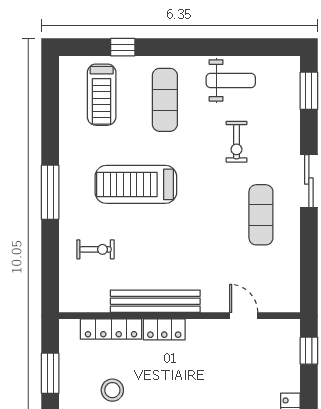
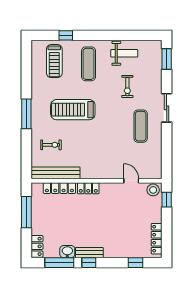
bench: (155, 301) -> (55, 173), moved
window: (50, 373) -> (26, 212), width x1.44
stool: (112, 390) -> (153, 190), moved

